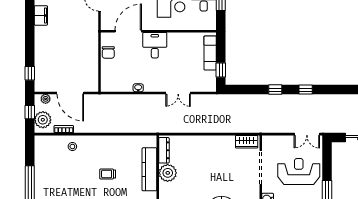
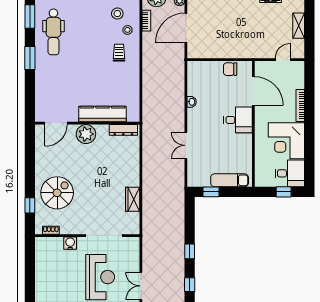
wardrobe: (247, 142) -> (133, 199), moved
stool: (57, 156) -> (117, 14), added
plant: (168, 173) -> (86, 134), moved
trolley: (108, 174) -> (119, 53), moved

